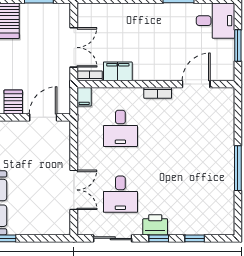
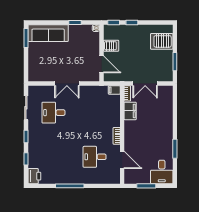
desk: (120, 128) -> (95, 157), moved
double door: (74, 190) -> (67, 84), moved
printer: (155, 225) -> (34, 176), moved

